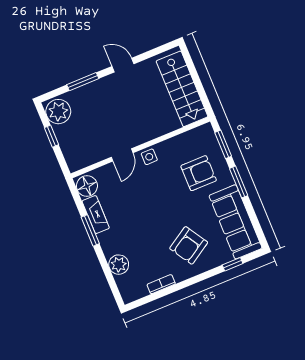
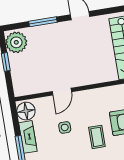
side table: (149, 157) -> (65, 127), moved
coffee table: (173, 197) -> (97, 137), added

